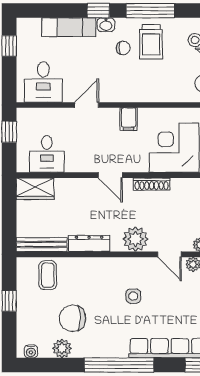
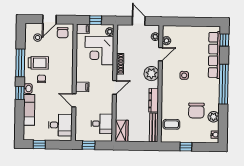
filing cabinet: (129, 119) -> (82, 87), moved

